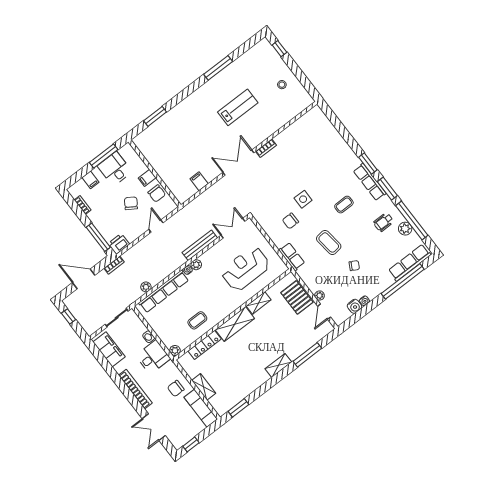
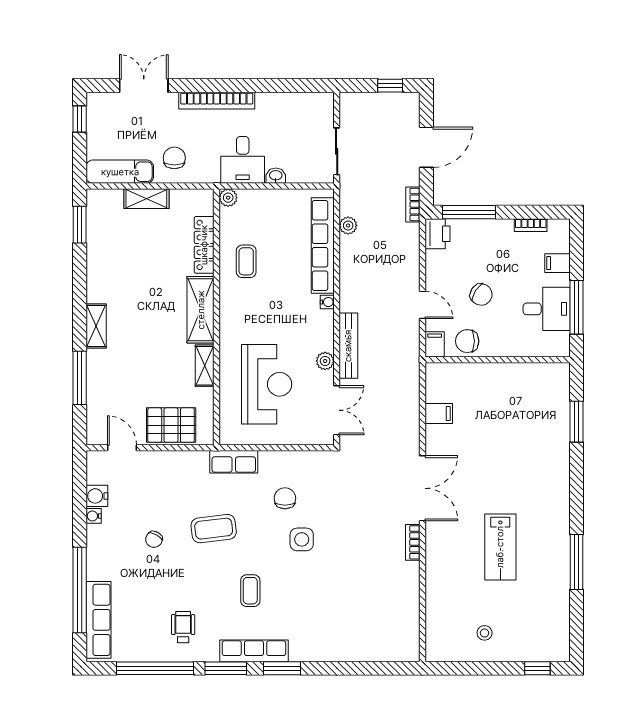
filing cabinet: (147, 178) -> (435, 344), moved
plant: (405, 229) -> (151, 650), removed
plant: (196, 265) -> (325, 361), moved
plant: (319, 296) -> (149, 459), removed
filing cabinet: (109, 349) -> (301, 107), removed

